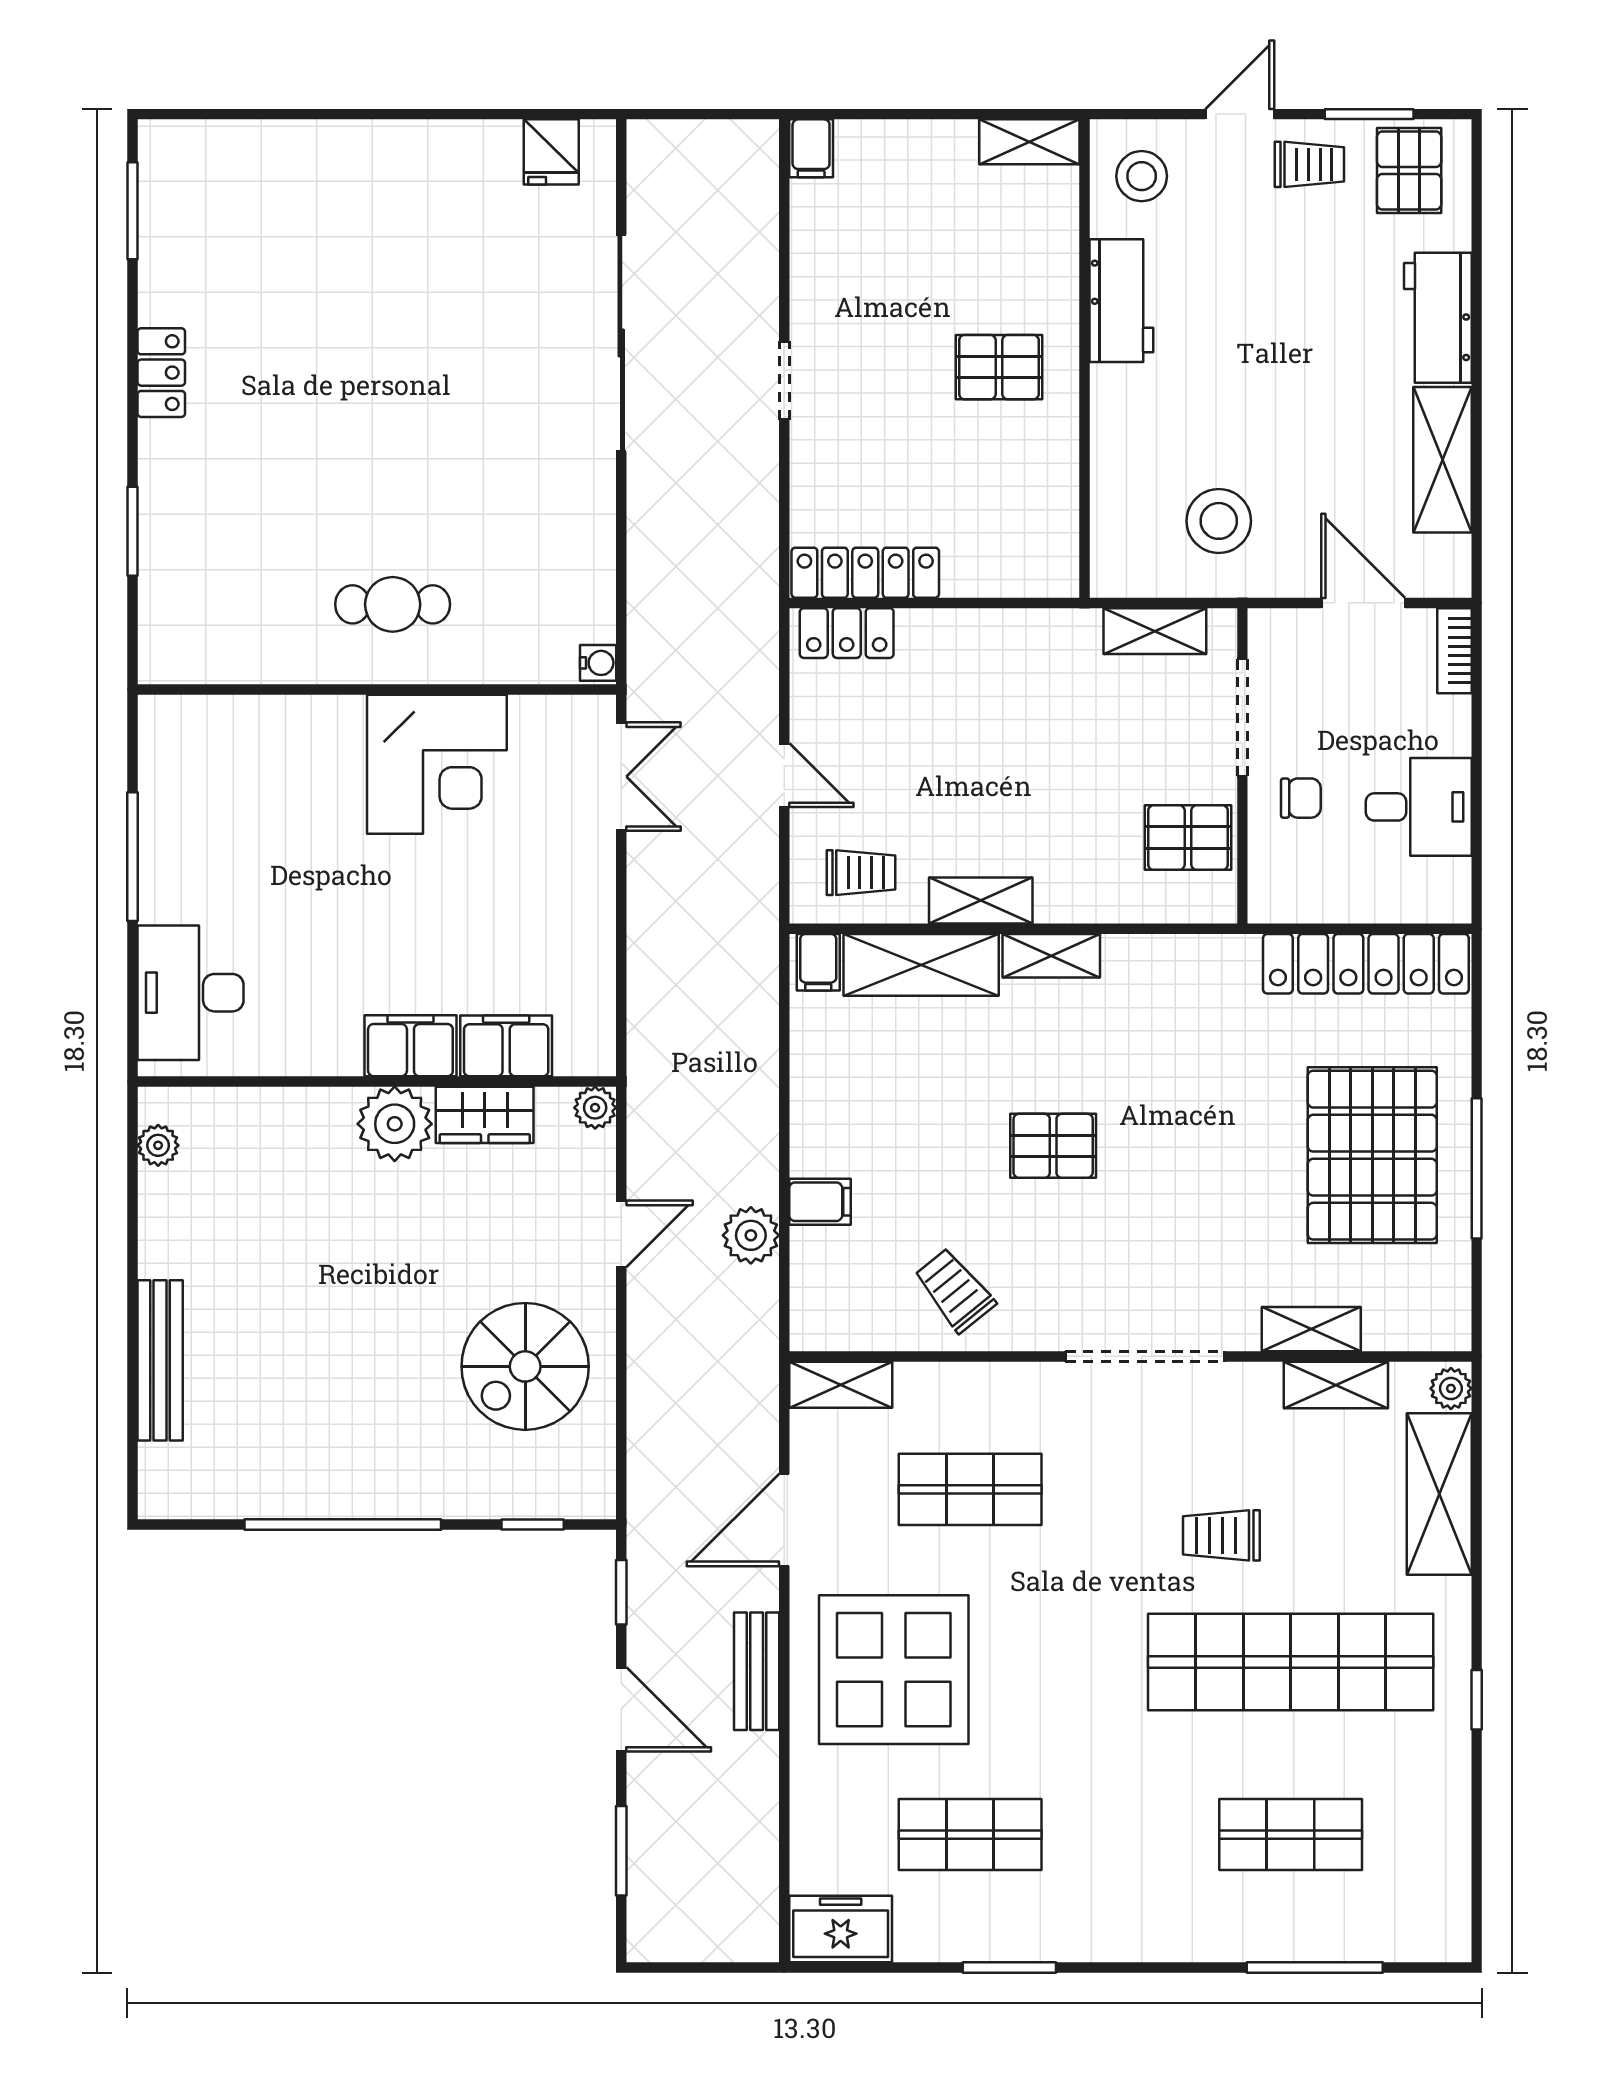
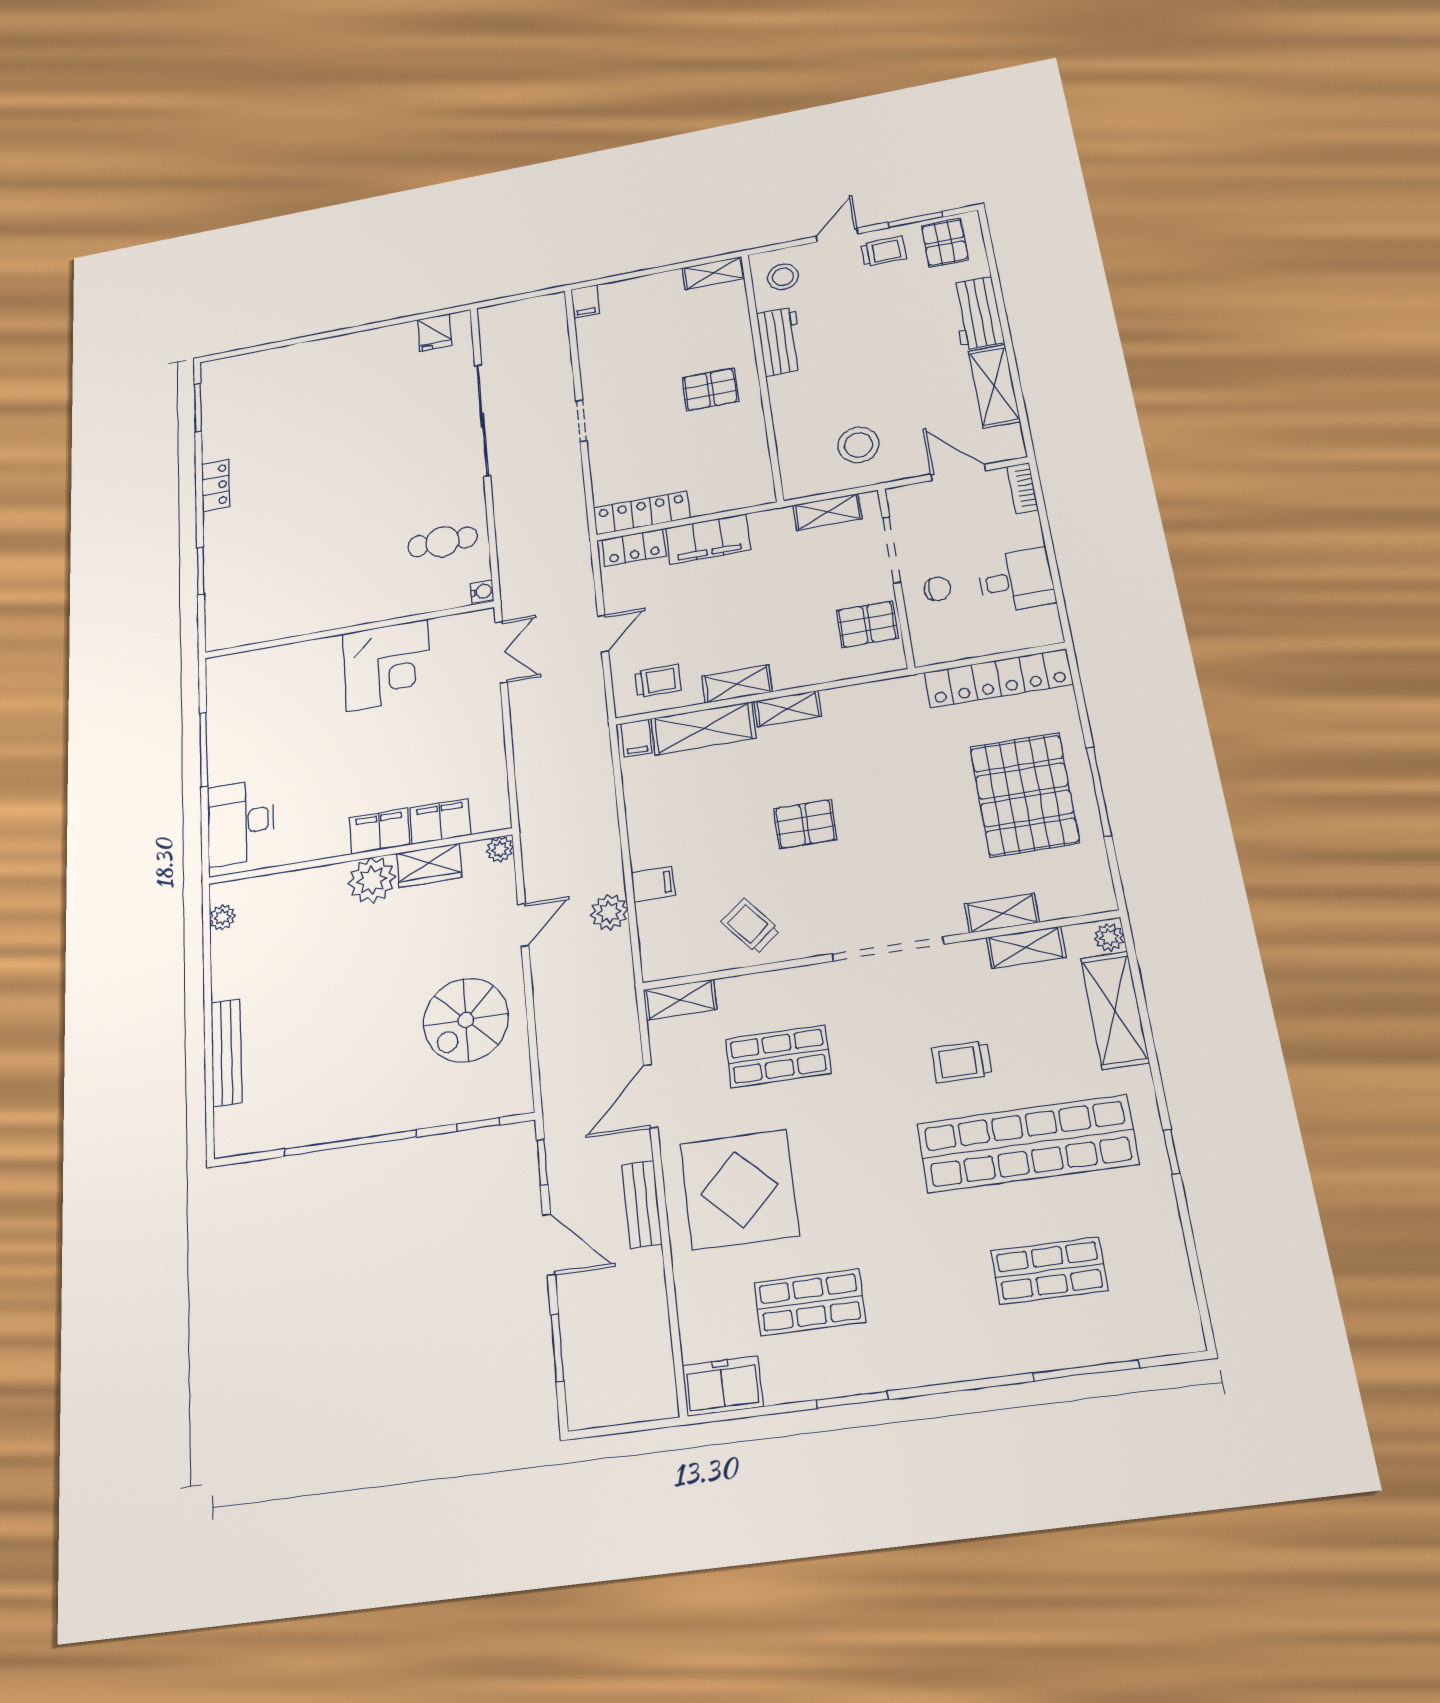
cafe table: (393, 604) -> (442, 542), moved
filing cabinet: (964, 641) -> (708, 539), added
door: (784, 775) -> (603, 634), hinge flipped

